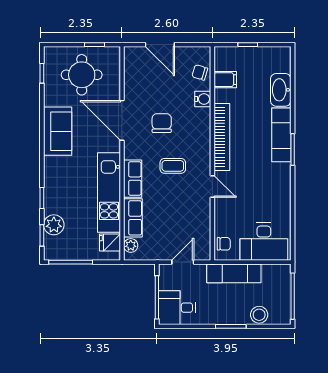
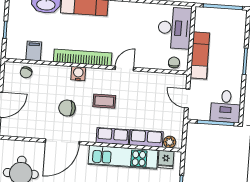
water cooler: (203, 99) -> (78, 74), moved
coffee table: (173, 166) -> (104, 101), turned 90
stool: (259, 315) -> (237, 36), removed

